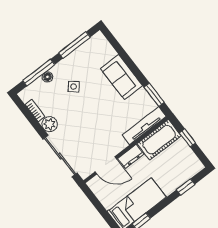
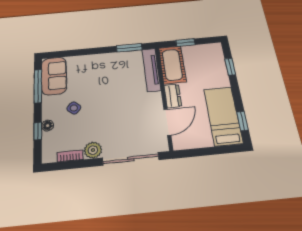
window: (39, 73) -> (38, 131), width x0.46
sofa: (122, 77) -> (54, 76), moved, turned -90

